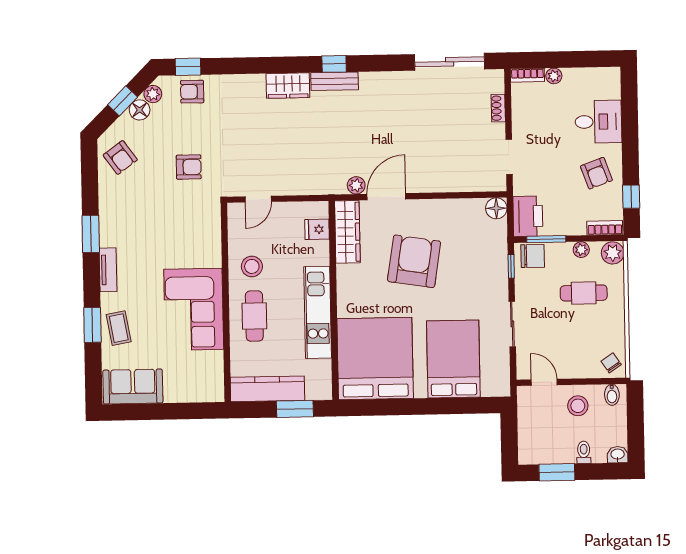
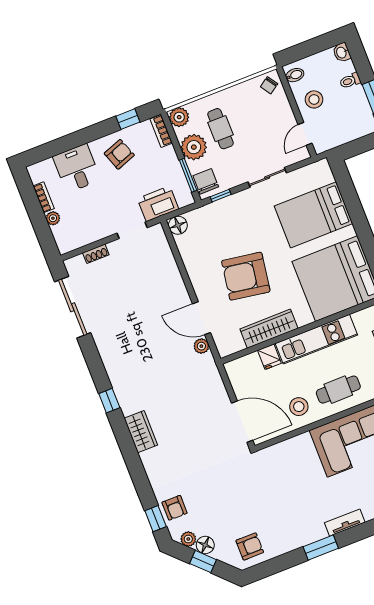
bookcase: (527, 75) -> (44, 197), moved
bench: (335, 81) -> (123, 395), removed
armchair: (120, 157) -> (250, 546), turned 36
armchair: (189, 167) -> (237, 488), removed
door: (258, 199) -> (242, 422), width x1.88
printer: (528, 216) -> (158, 204), moved
fridge: (317, 229) -> (269, 357), moved
wardrobe: (347, 232) -> (269, 329), moved
plant: (581, 250) -> (194, 147), width x1.87, depth x1.87

